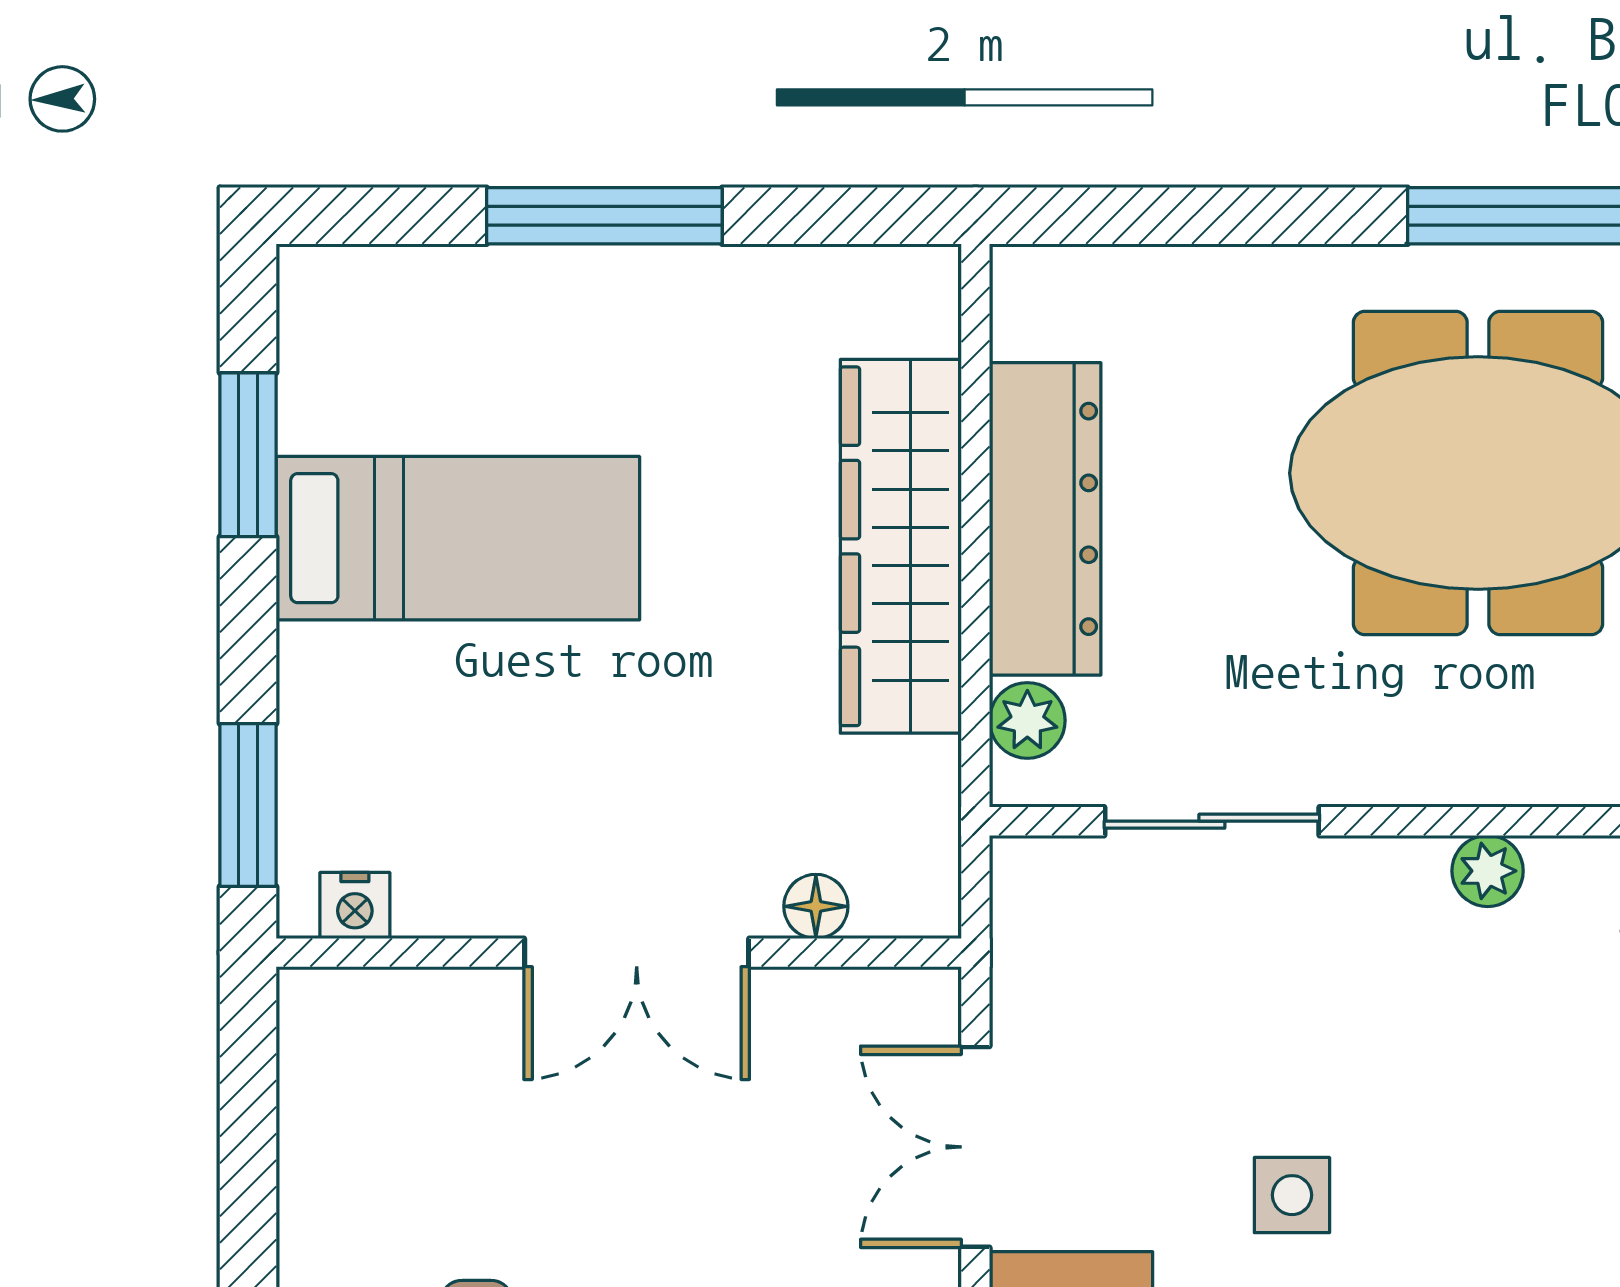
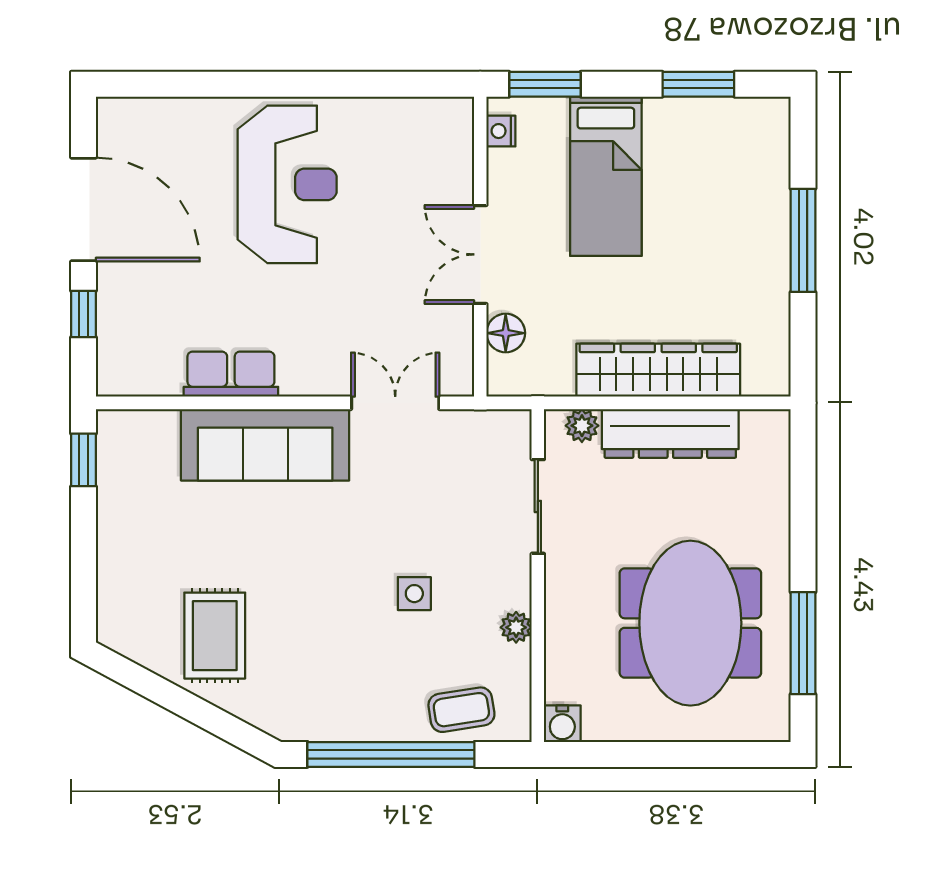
bed: (458, 538) -> (606, 176), moved
floor lamp: (816, 906) -> (506, 333), width x1.37, depth x1.37
side table: (1292, 1195) -> (414, 594), moved

